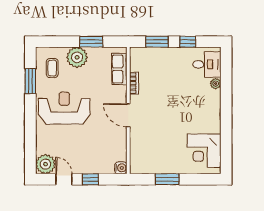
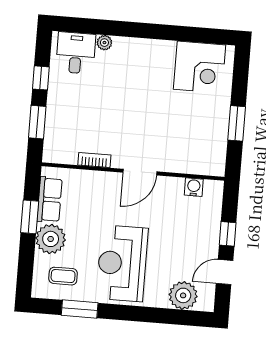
row of seats: (119, 69) -> (50, 200), moved, turned -90
plant: (45, 164) -> (183, 295), moved
water cooler: (121, 168) -> (194, 187), moved

